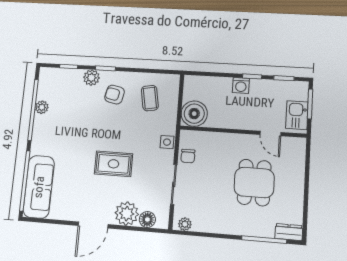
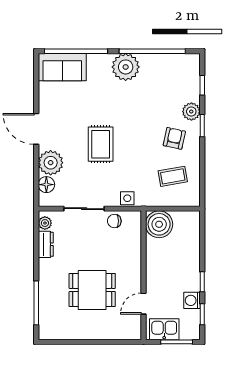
washing machine: (241, 85) -> (192, 300), moved
plant: (42, 107) -> (126, 67), moved, width x1.88, depth x1.88
sofa: (39, 187) -> (62, 67), width x0.73
dresser: (289, 232) -> (46, 244), moved

